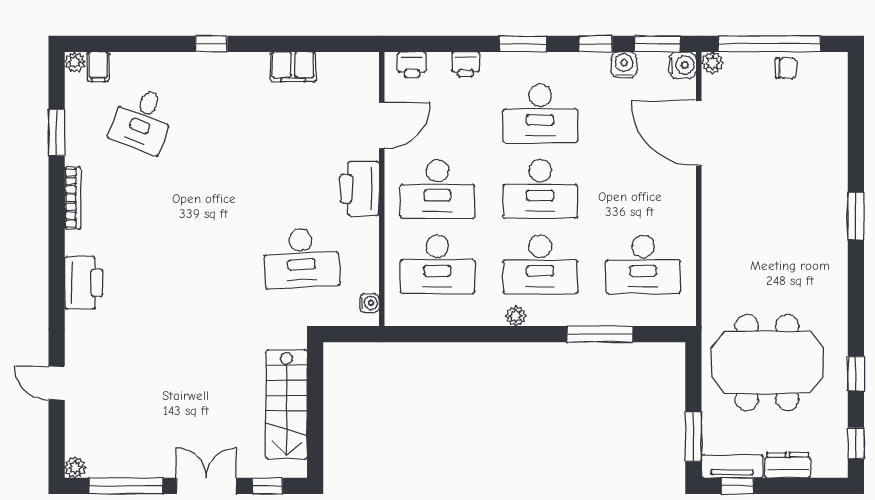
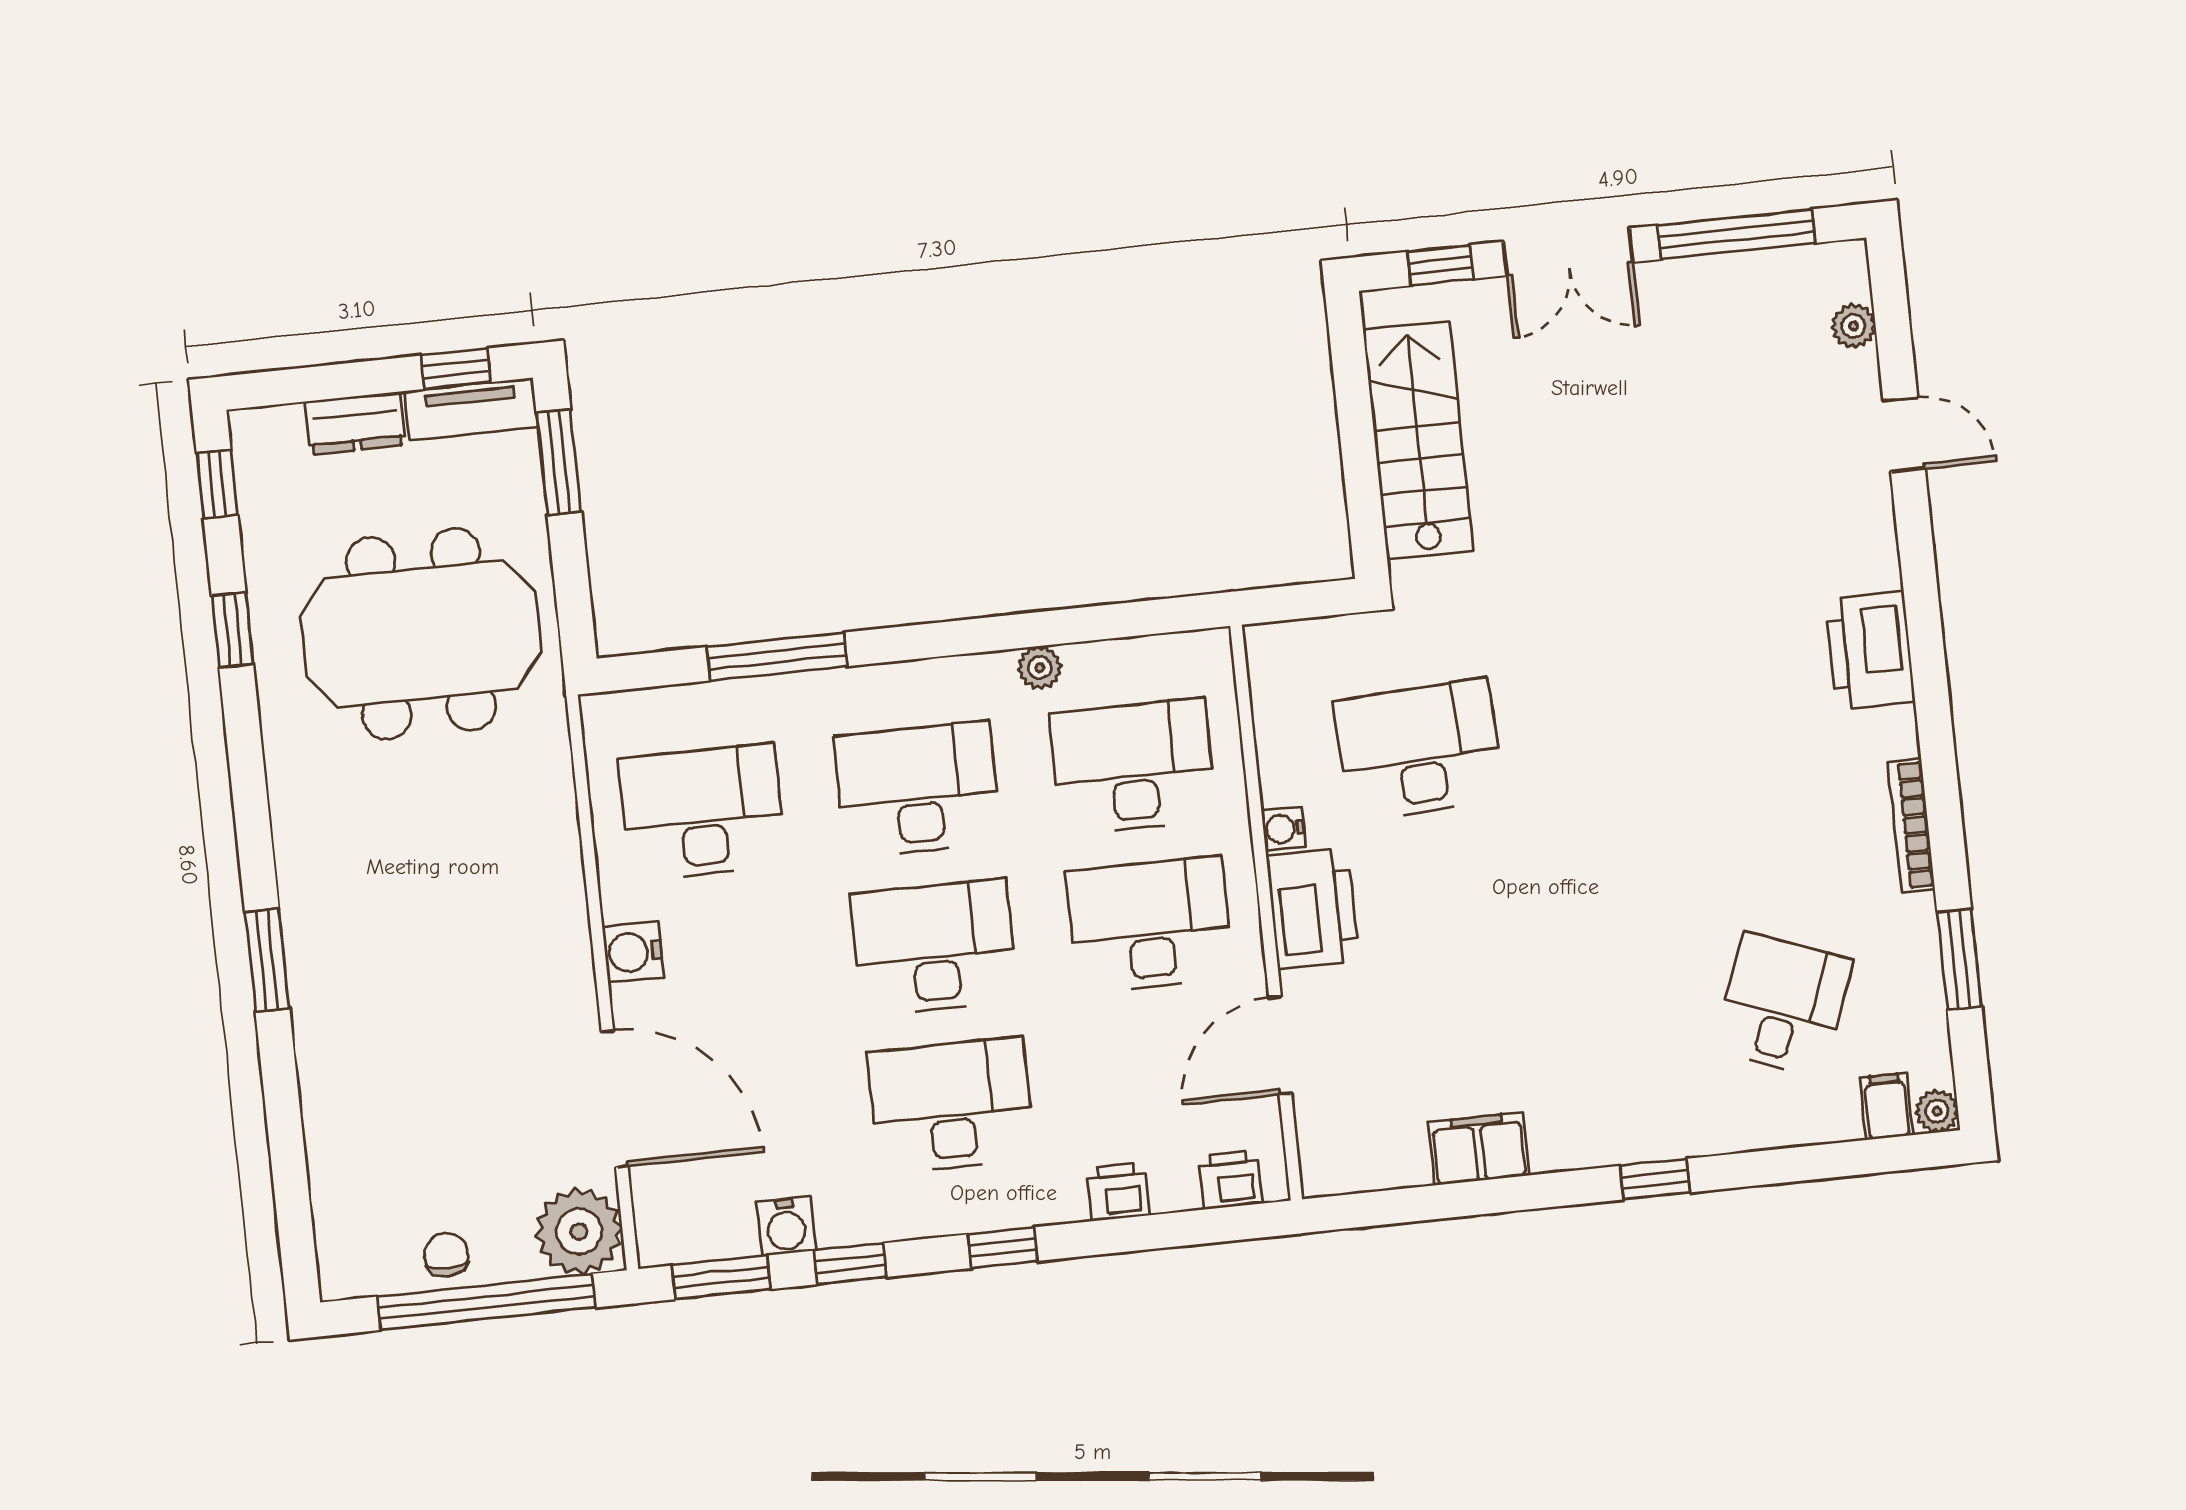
window: (523, 44) -> (1003, 1248), width x0.67
plant: (712, 63) -> (579, 1231), width x1.88, depth x1.88
water cooler: (683, 65) -> (633, 952), moved
chair: (786, 68) -> (446, 1255), turned 90
water cooler: (369, 303) -> (1283, 829), moved
plant: (516, 316) -> (1040, 668), moved
plant: (75, 467) -> (1854, 326), moved

